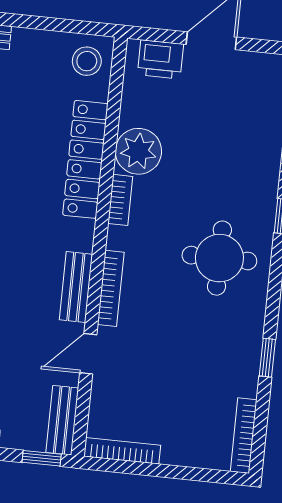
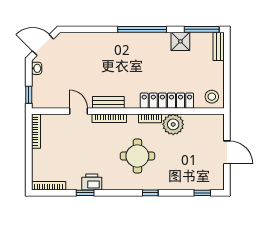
printer: (160, 59) -> (92, 182), moved, turned 90
round table: (219, 258) -> (137, 156), moved
bench: (62, 420) -> (47, 102), removed

